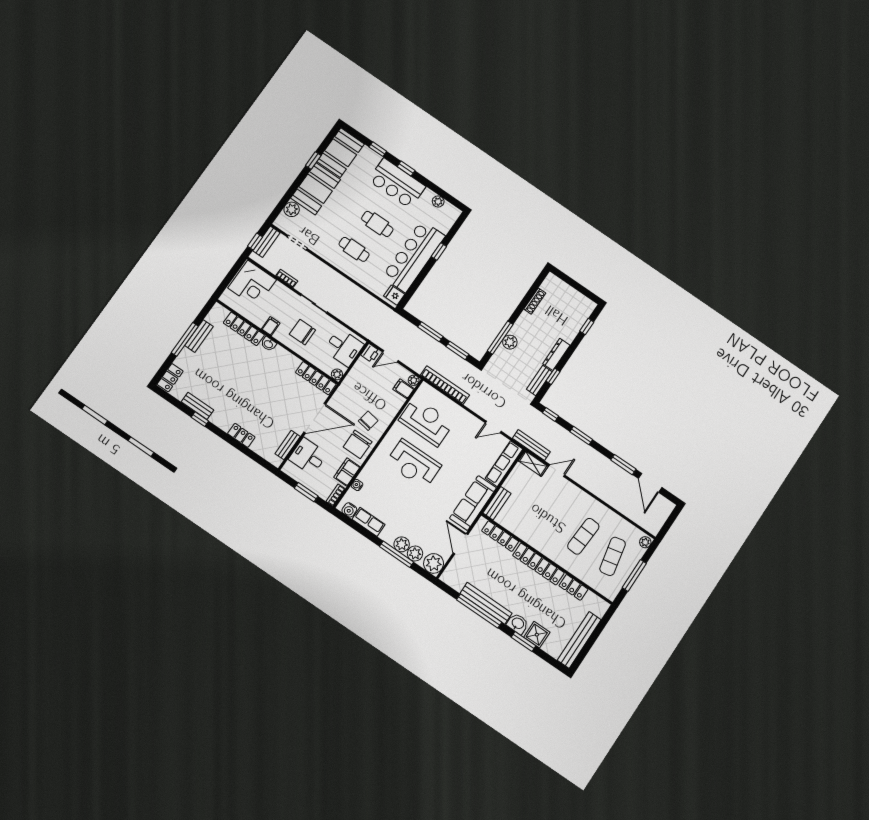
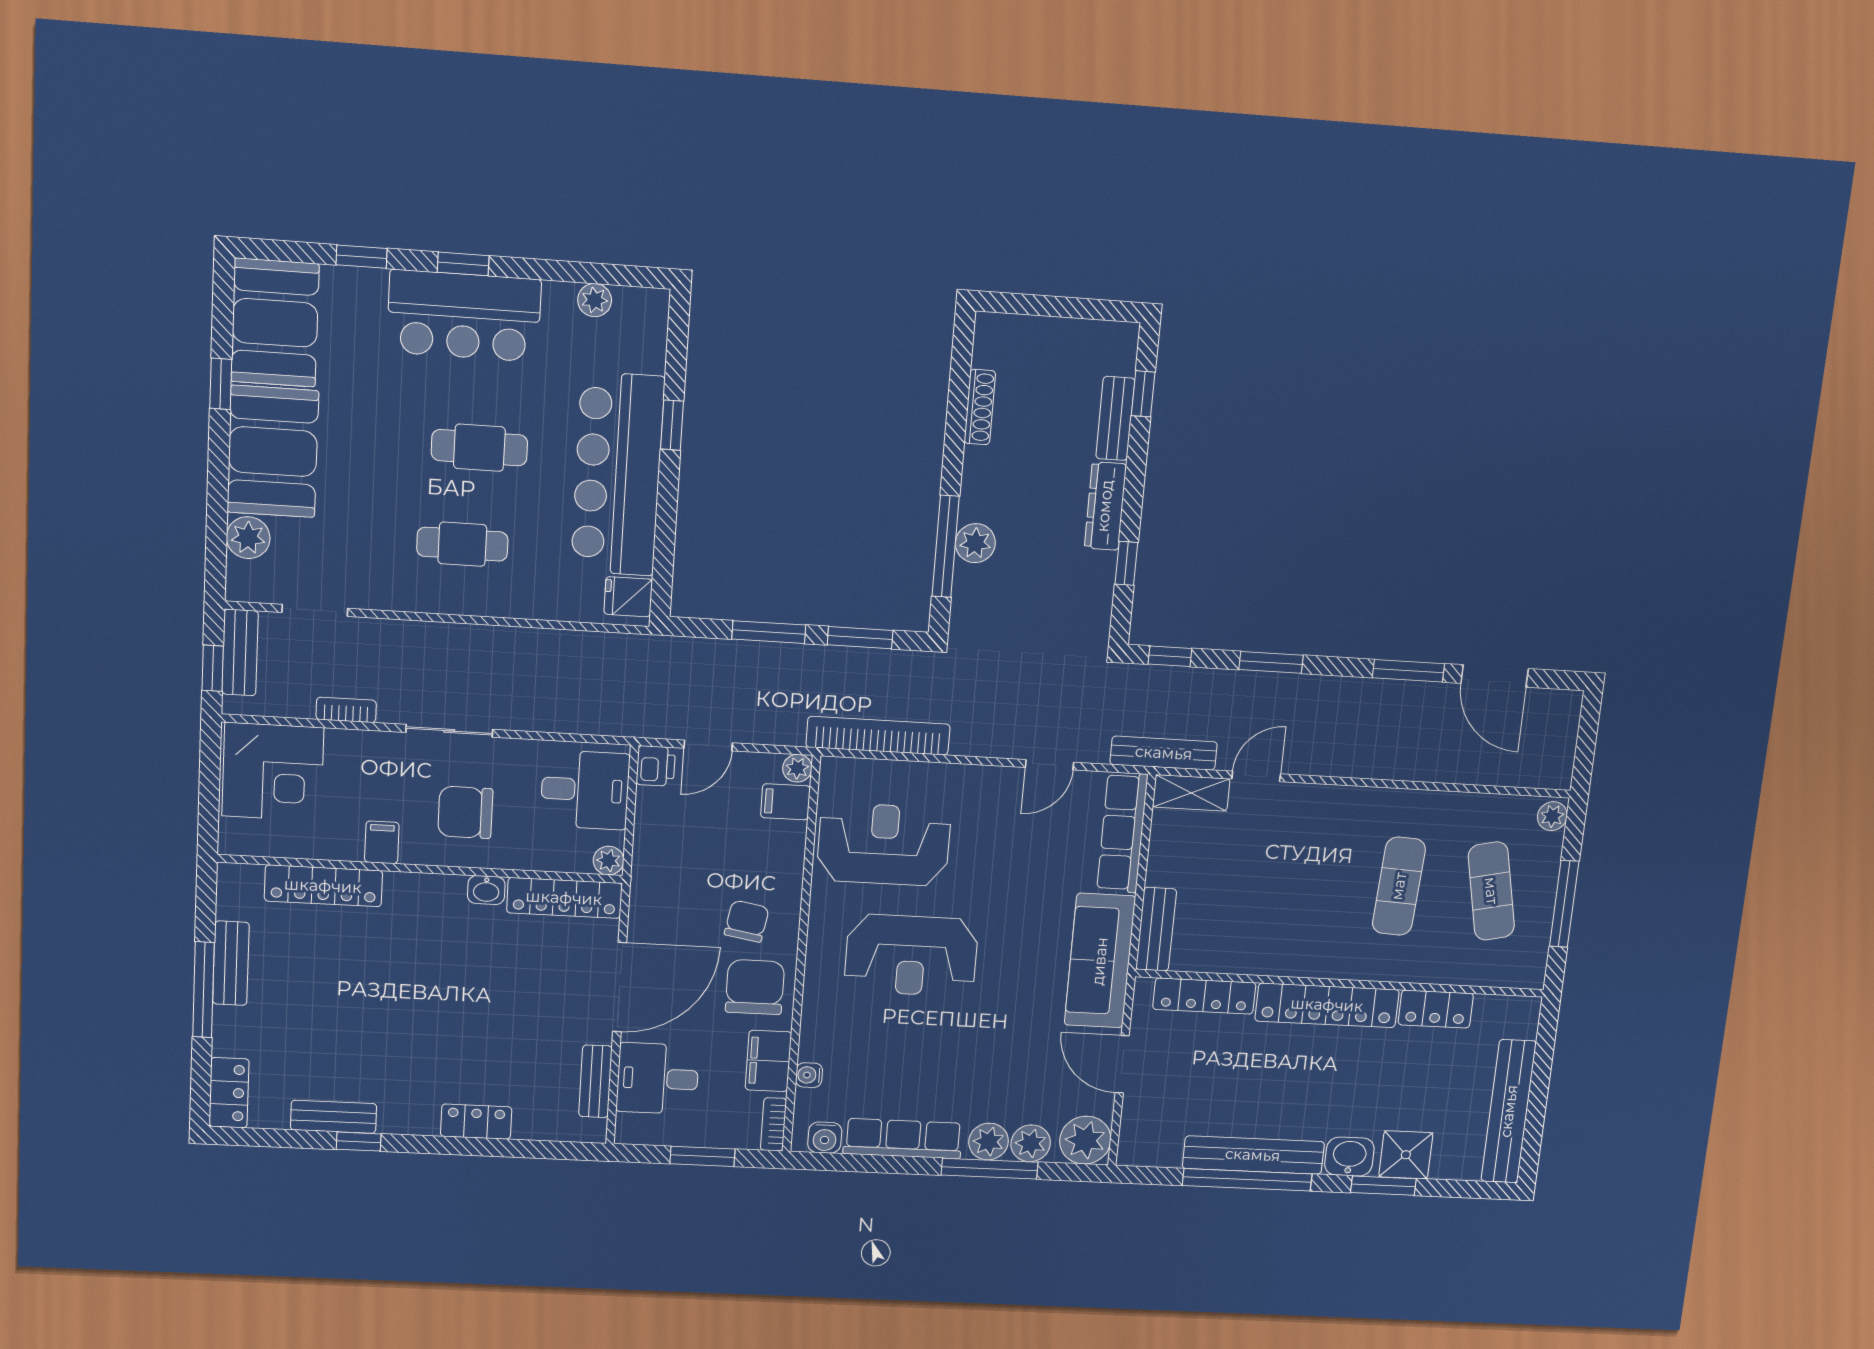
washbasin: (268, 344) -> (486, 890), moved
bench: (539, 381) -> (1115, 418), moved
chair: (358, 444) -> (755, 987), turned 180
row of seats: (368, 522) -> (903, 1138), width x1.48

